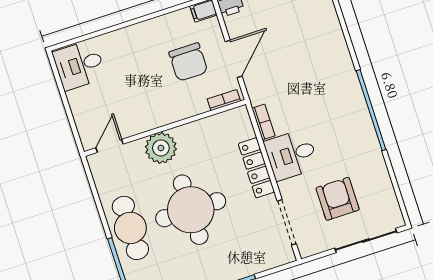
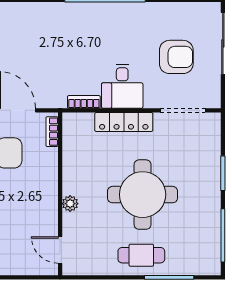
plant: (161, 148) -> (70, 204), width x0.53, depth x0.53
armchair: (338, 199) -> (176, 57), turned 180
cafe table: (130, 228) -> (141, 255), width x0.73, depth x0.74

